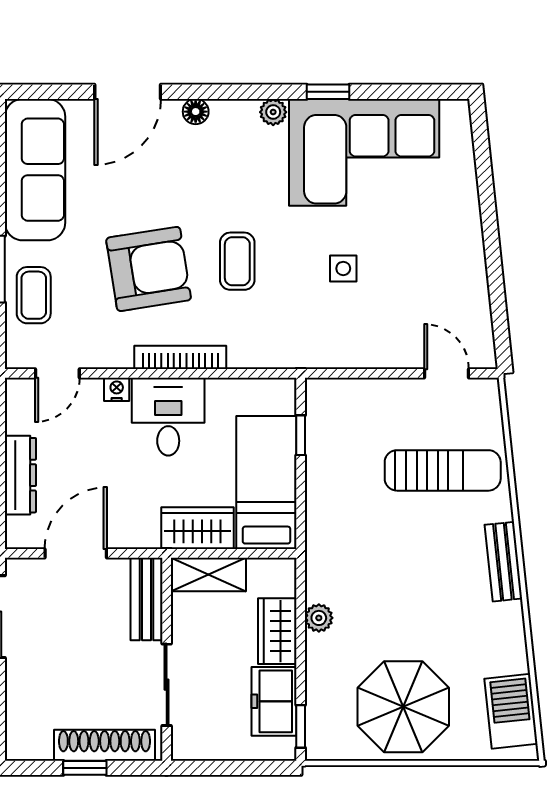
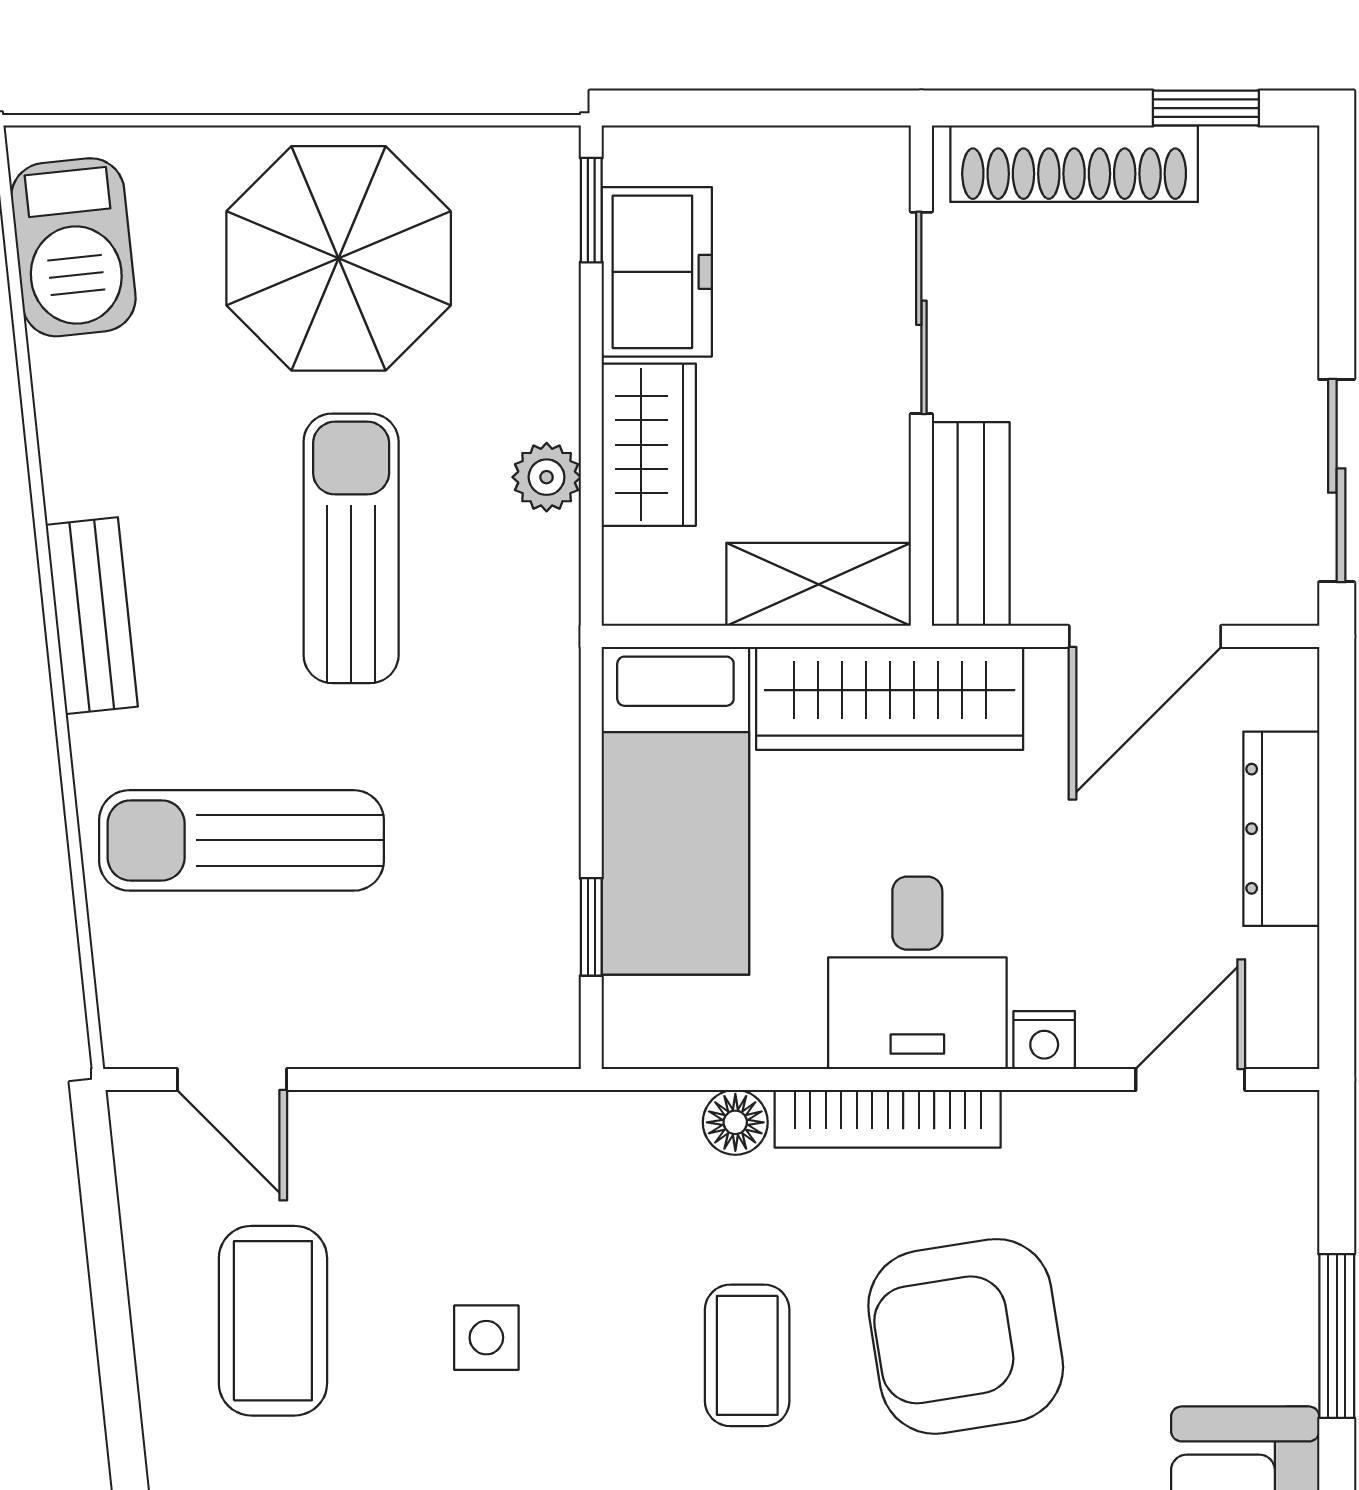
coffee table: (34, 295) -> (273, 1321), moved, width x1.36, depth x1.30
floor lamp: (242, 356) -> (735, 1122), added
wardrobe: (198, 528) -> (890, 698), width x1.50
sun lounger: (398, 589) -> (351, 548), added
window: (85, 768) -> (1206, 108), moved

